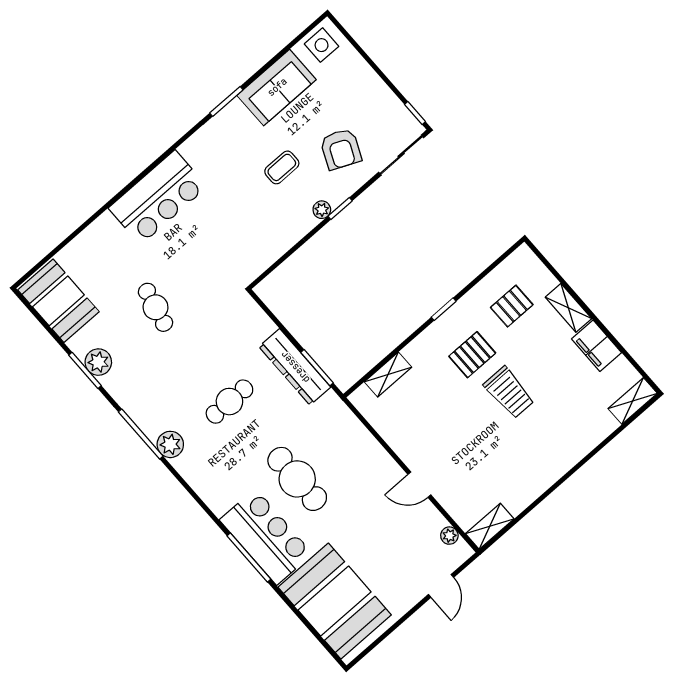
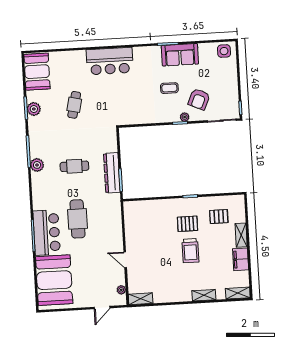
sofa: (277, 87) -> (180, 55), moved
plant: (322, 210) -> (185, 117), moved
shelving: (388, 375) -> (204, 295), moved

